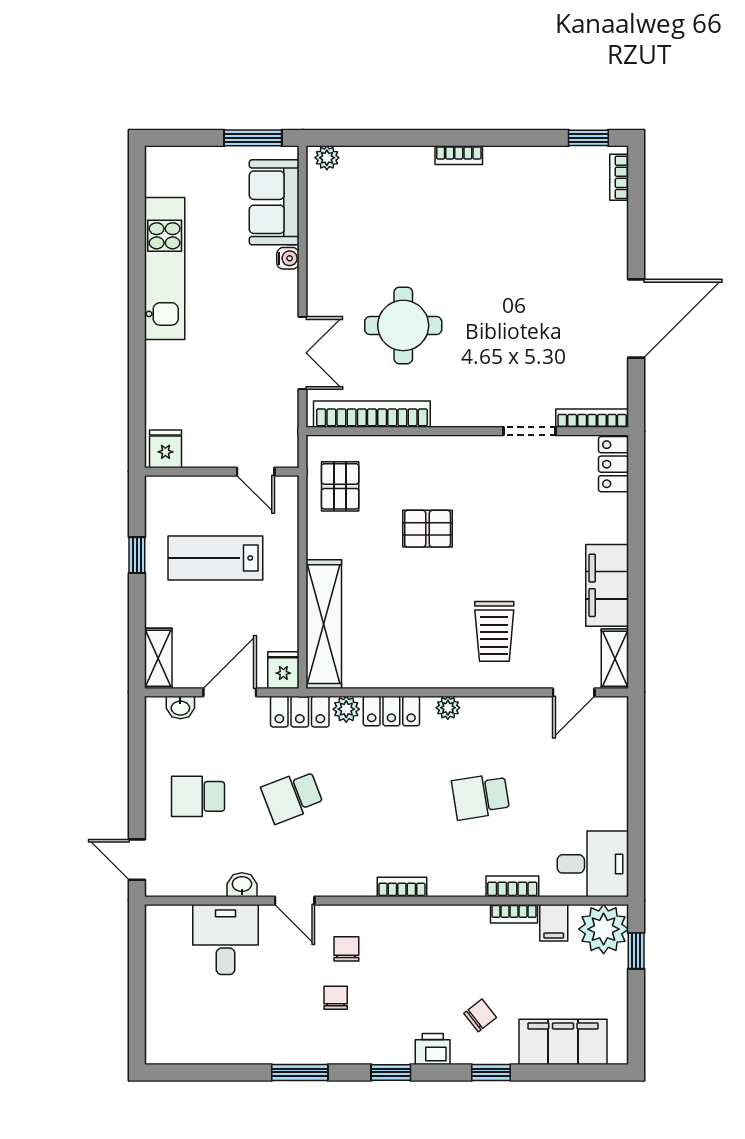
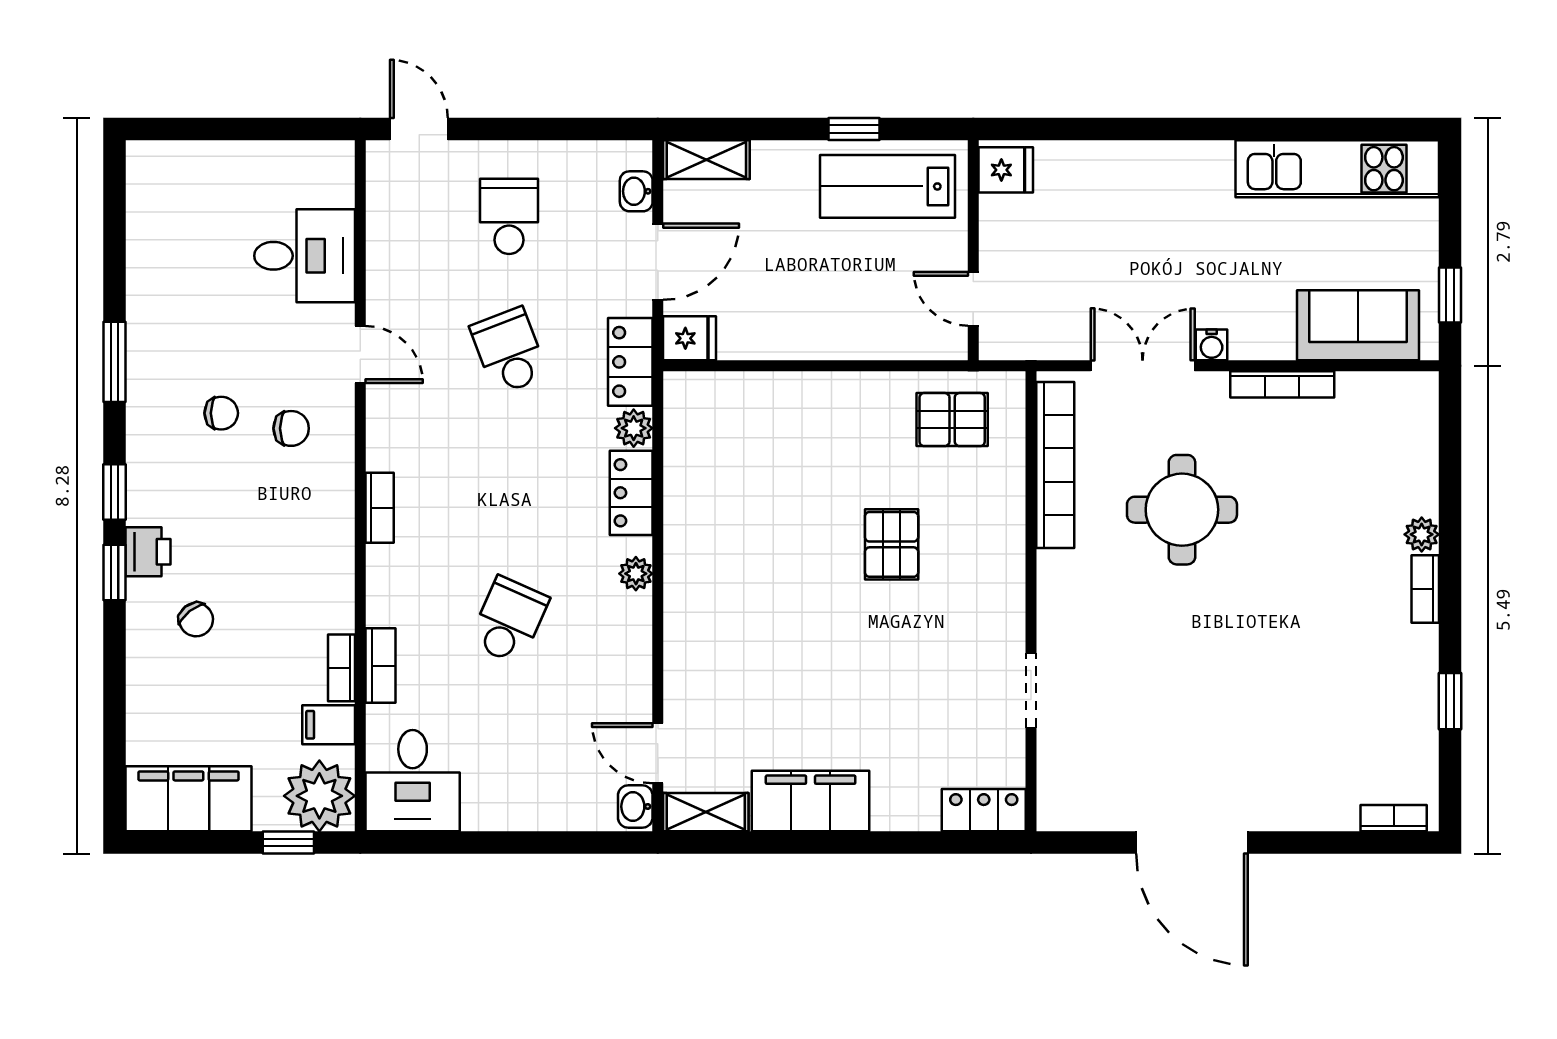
window: (253, 138) -> (1450, 295), width x0.67
window: (588, 138) -> (1450, 701), moved
plant: (327, 158) -> (1422, 534), moved
water cooler: (288, 258) -> (1212, 345), moved
kitchen unit: (165, 268) -> (1337, 169), moved
double door: (303, 353) -> (1143, 366), swing flipped
bookcase: (592, 418) -> (1282, 384), moved, turned 90
door: (256, 472) -> (973, 299), hinge flipped
lab bench: (215, 558) -> (887, 186), moved, turned -90
shelving: (324, 624) -> (755, 396), removed
trolley: (494, 631) -> (745, 640), removed
door: (230, 692) -> (658, 262), hinge flipped
school desk: (481, 796) -> (509, 620), turned 33
door: (137, 860) -> (419, 129), hinge flipped
washbasin: (242, 885) -> (635, 807), moved, turned 180
door: (295, 901) -> (360, 354), swing flipped
filing cabinet: (563, 1042) -> (188, 799), moved, turned -90
window: (491, 1072) -> (115, 573), moved

